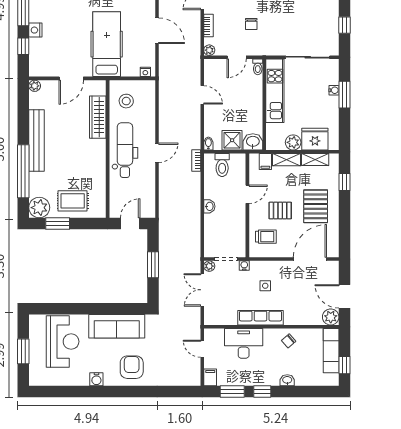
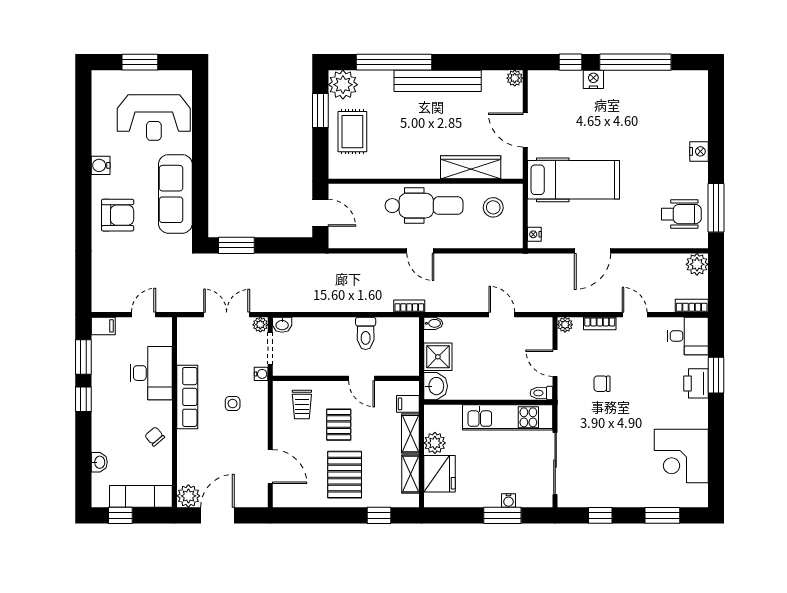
door: (202, 95) -> (502, 315), swing flipped
toilet: (222, 165) -> (366, 333), moved, turned -90
washbasin: (209, 206) -> (282, 325), moved
pallet: (316, 206) -> (345, 475), turned 90
door: (310, 259) -> (270, 467), width x0.73
window: (153, 265) -> (236, 245), moved
washbasin: (287, 380) -> (99, 462), moved

